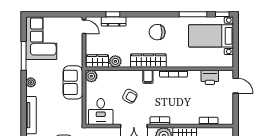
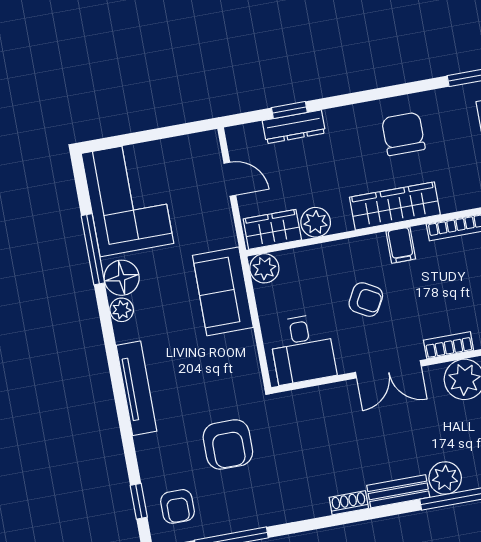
door: (84, 27) -> (230, 179), moved
chair: (157, 32) -> (403, 134), turned 90
floor lamp: (33, 70) -> (122, 278), added

